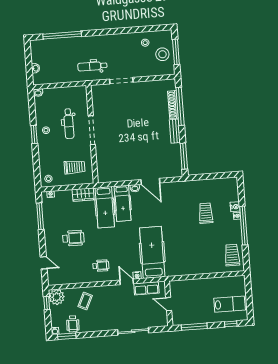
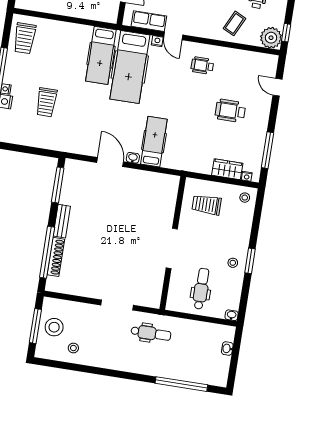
dental chair: (69, 124) -> (201, 289), moved
wardrobe: (83, 195) -> (227, 169), moved
hospital bed: (105, 207) -> (101, 55), moved, turned 180

